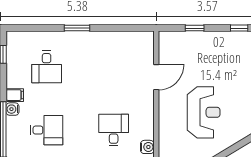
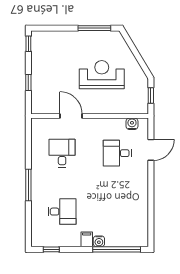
window: (77, 28) -> (28, 185), width x1.44
desk: (47, 130) -> (62, 153), moved

